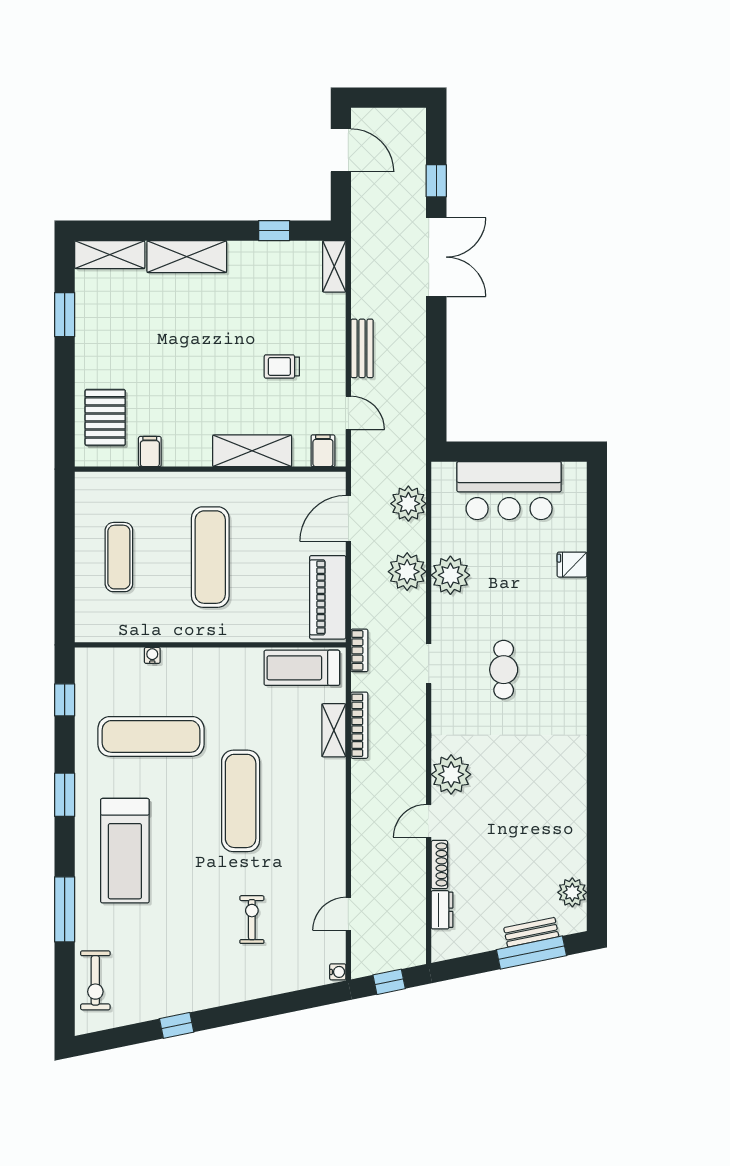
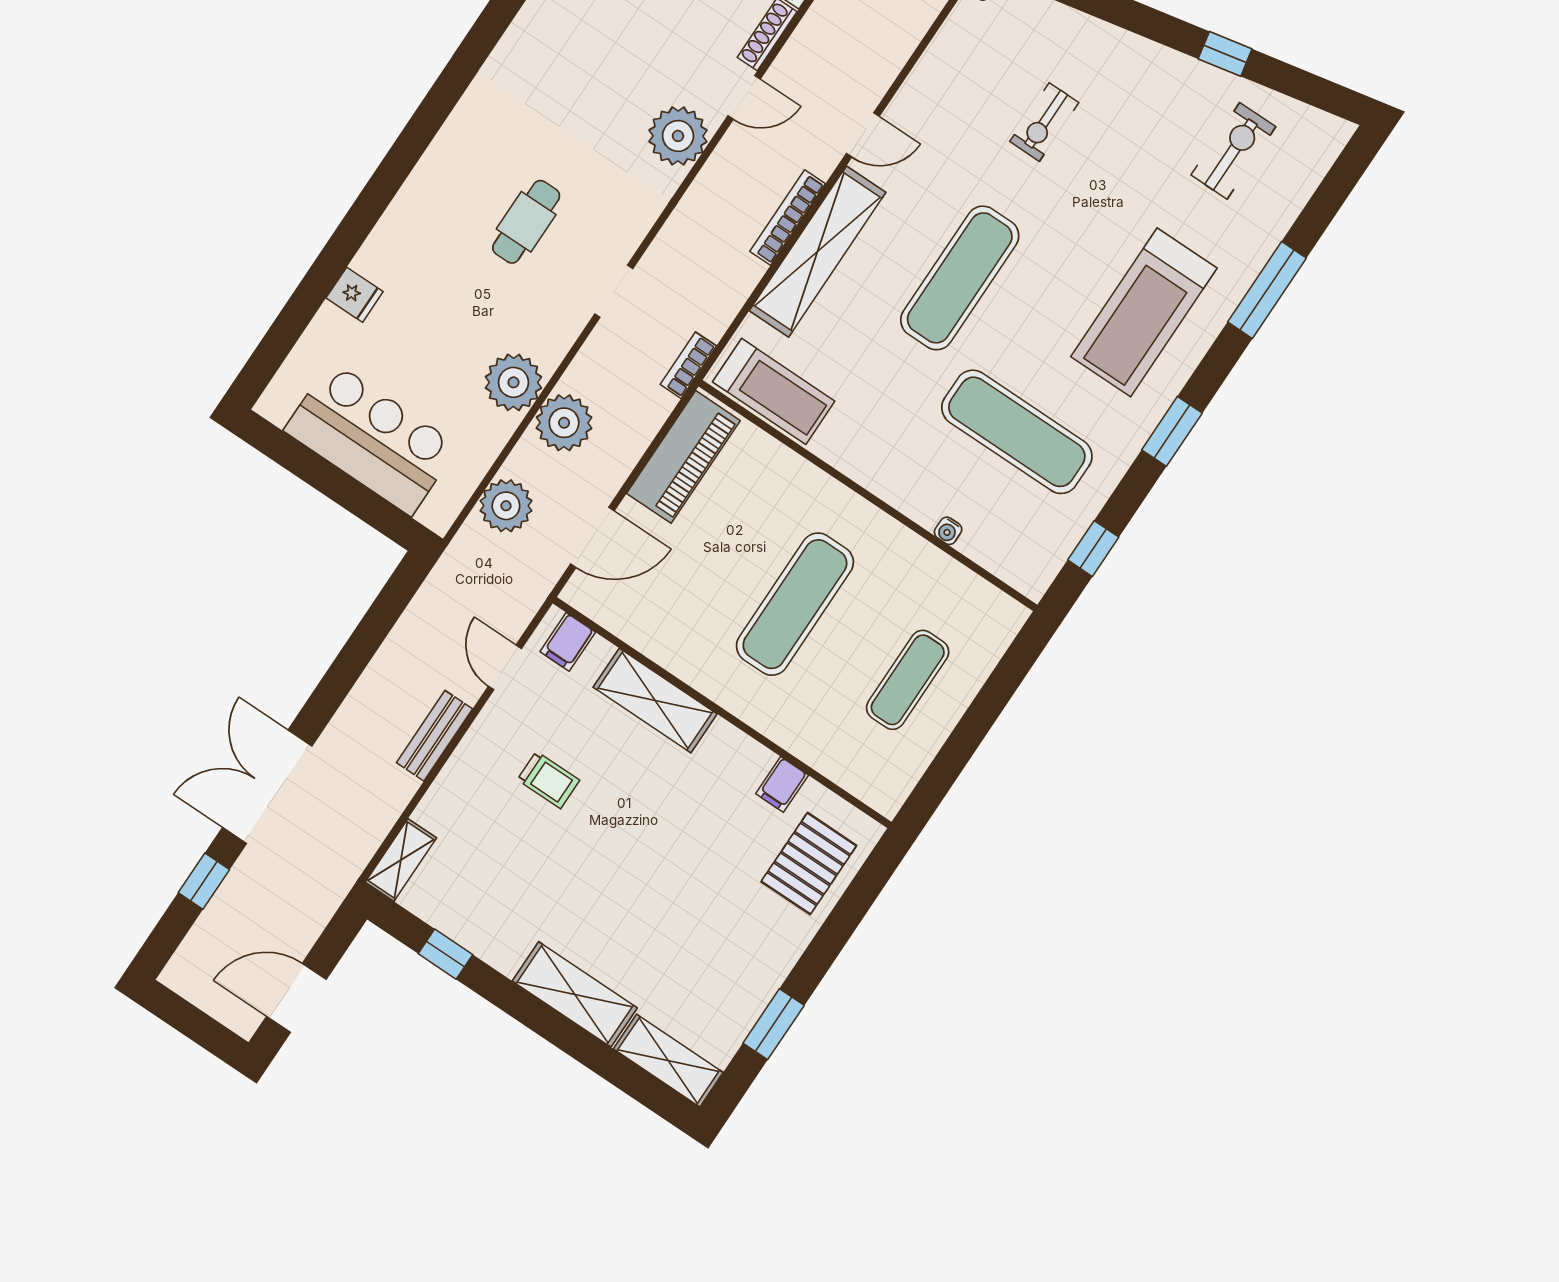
door: (341, 150) -> (296, 998), hinge flipped
bookcase: (359, 725) -> (788, 218), moved
shelving: (334, 730) -> (818, 252), width x2.20, depth x1.33
treadmill: (125, 851) -> (1144, 312), turned 180
door: (348, 914) -> (863, 135), moved
exercise bike: (95, 980) -> (1233, 151), moved

